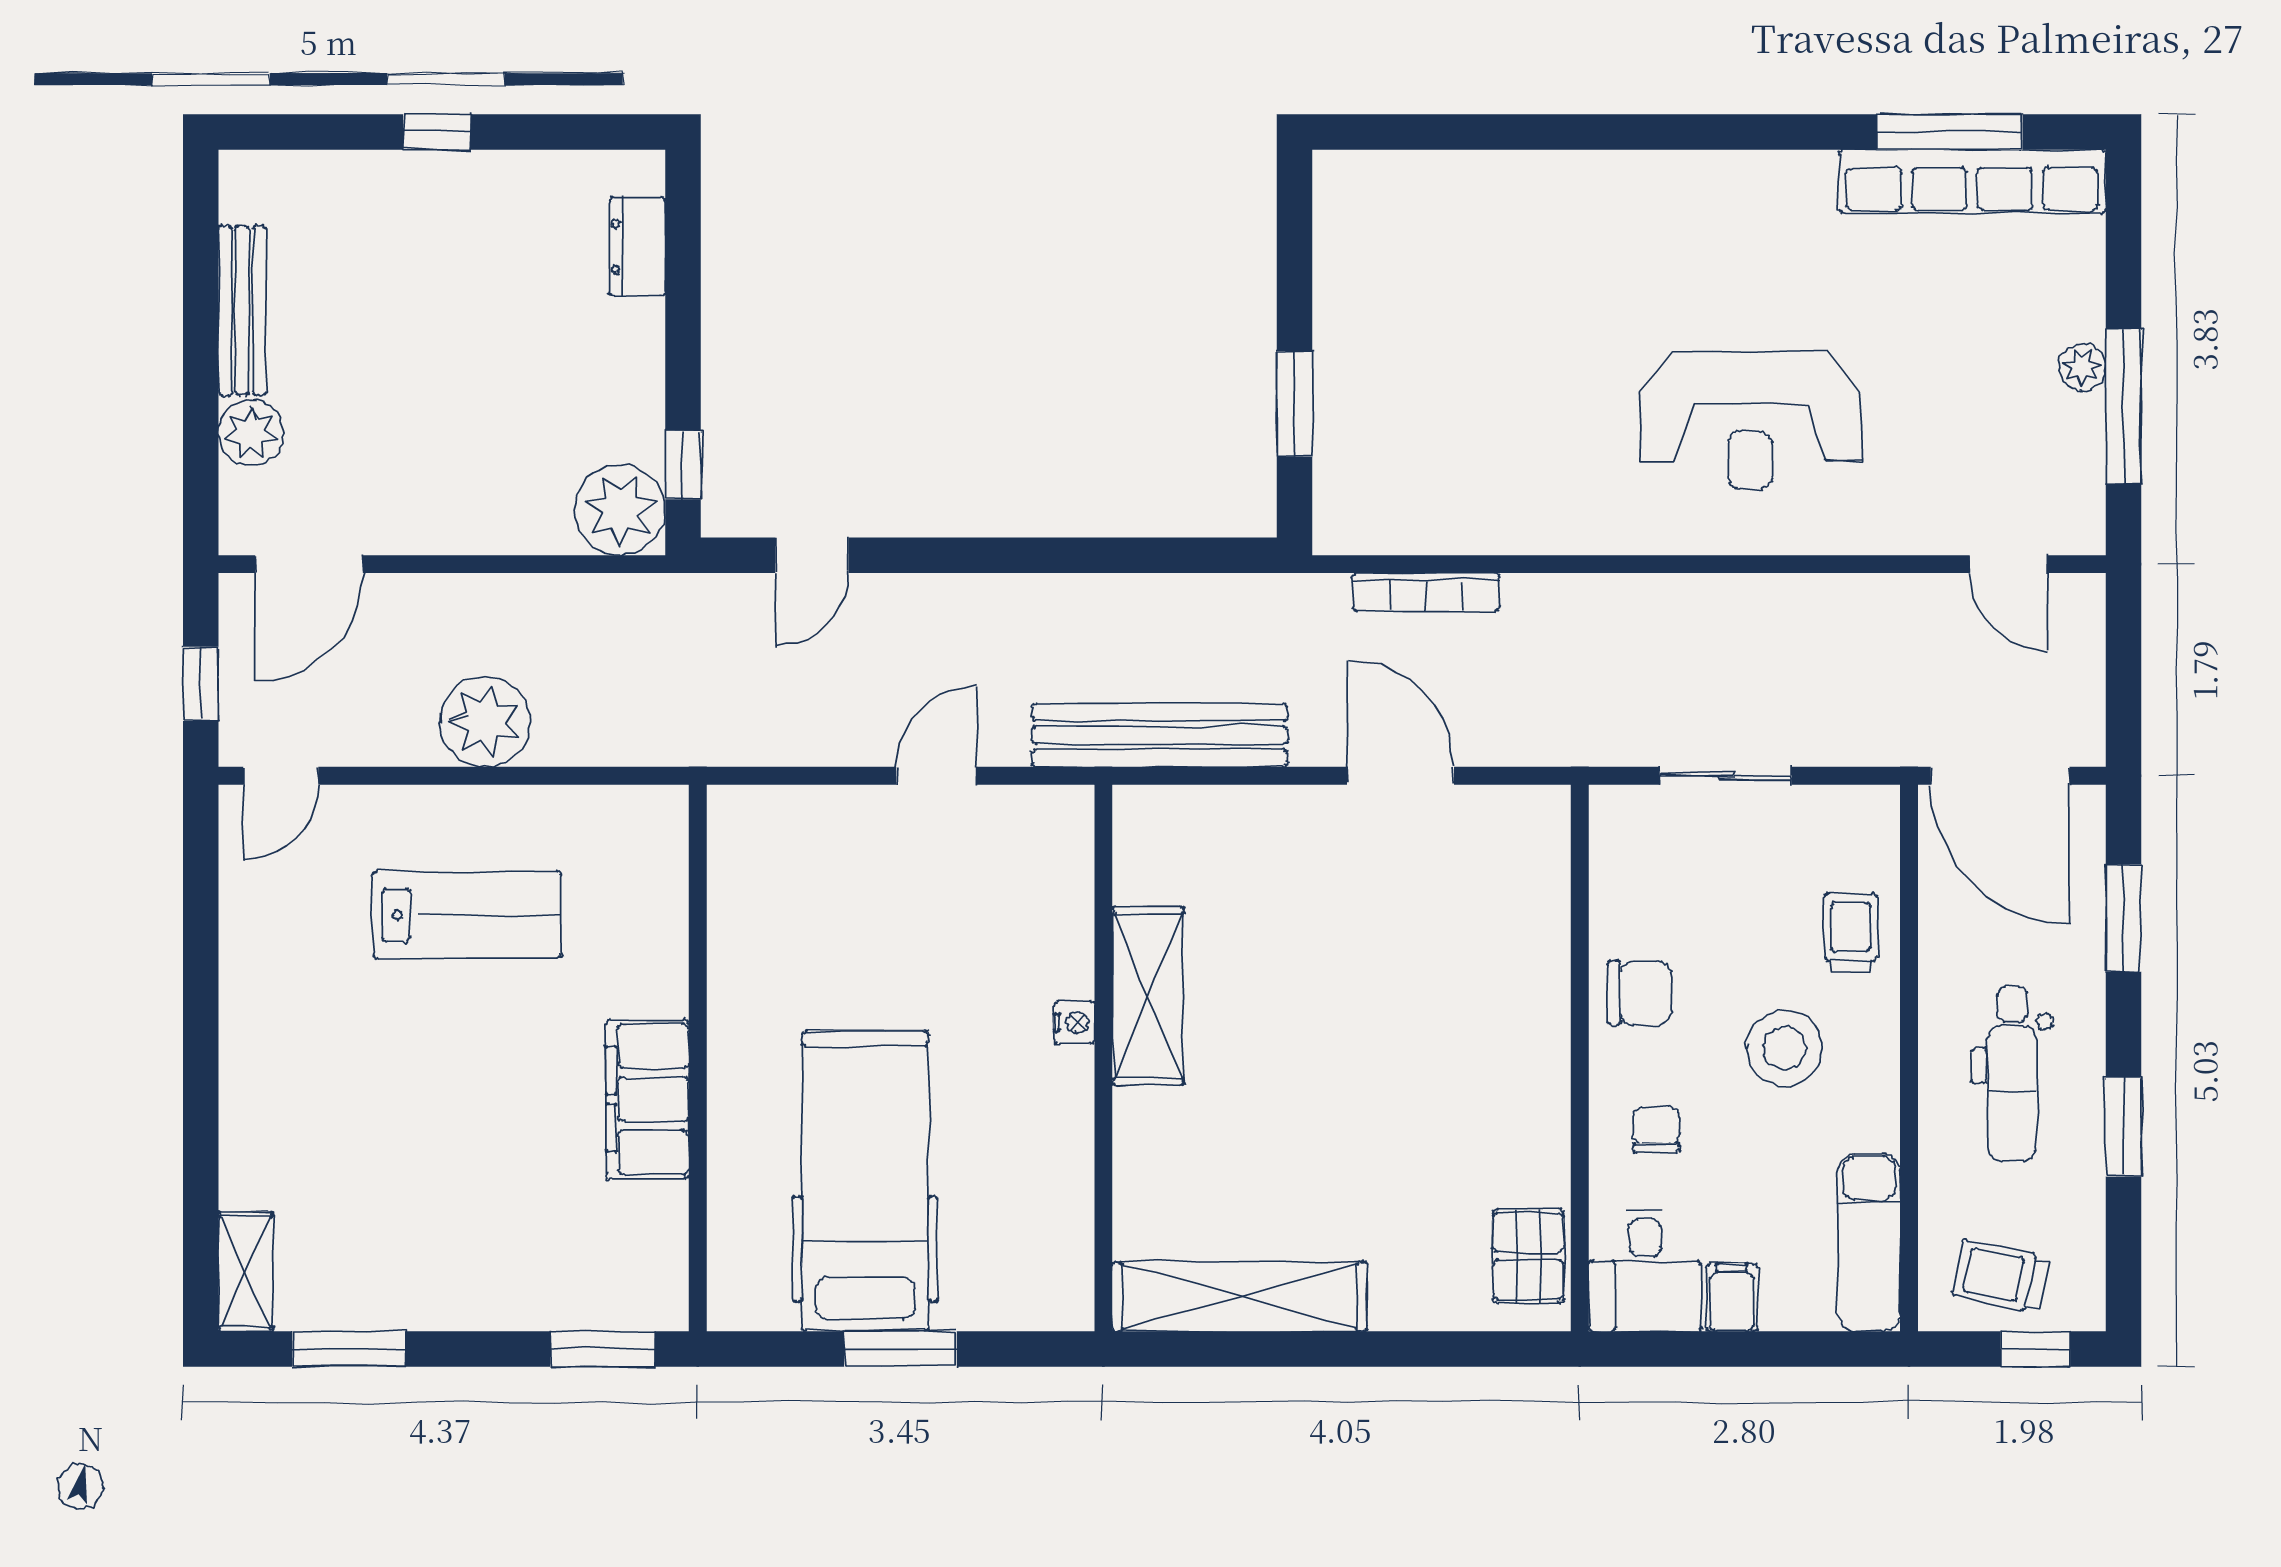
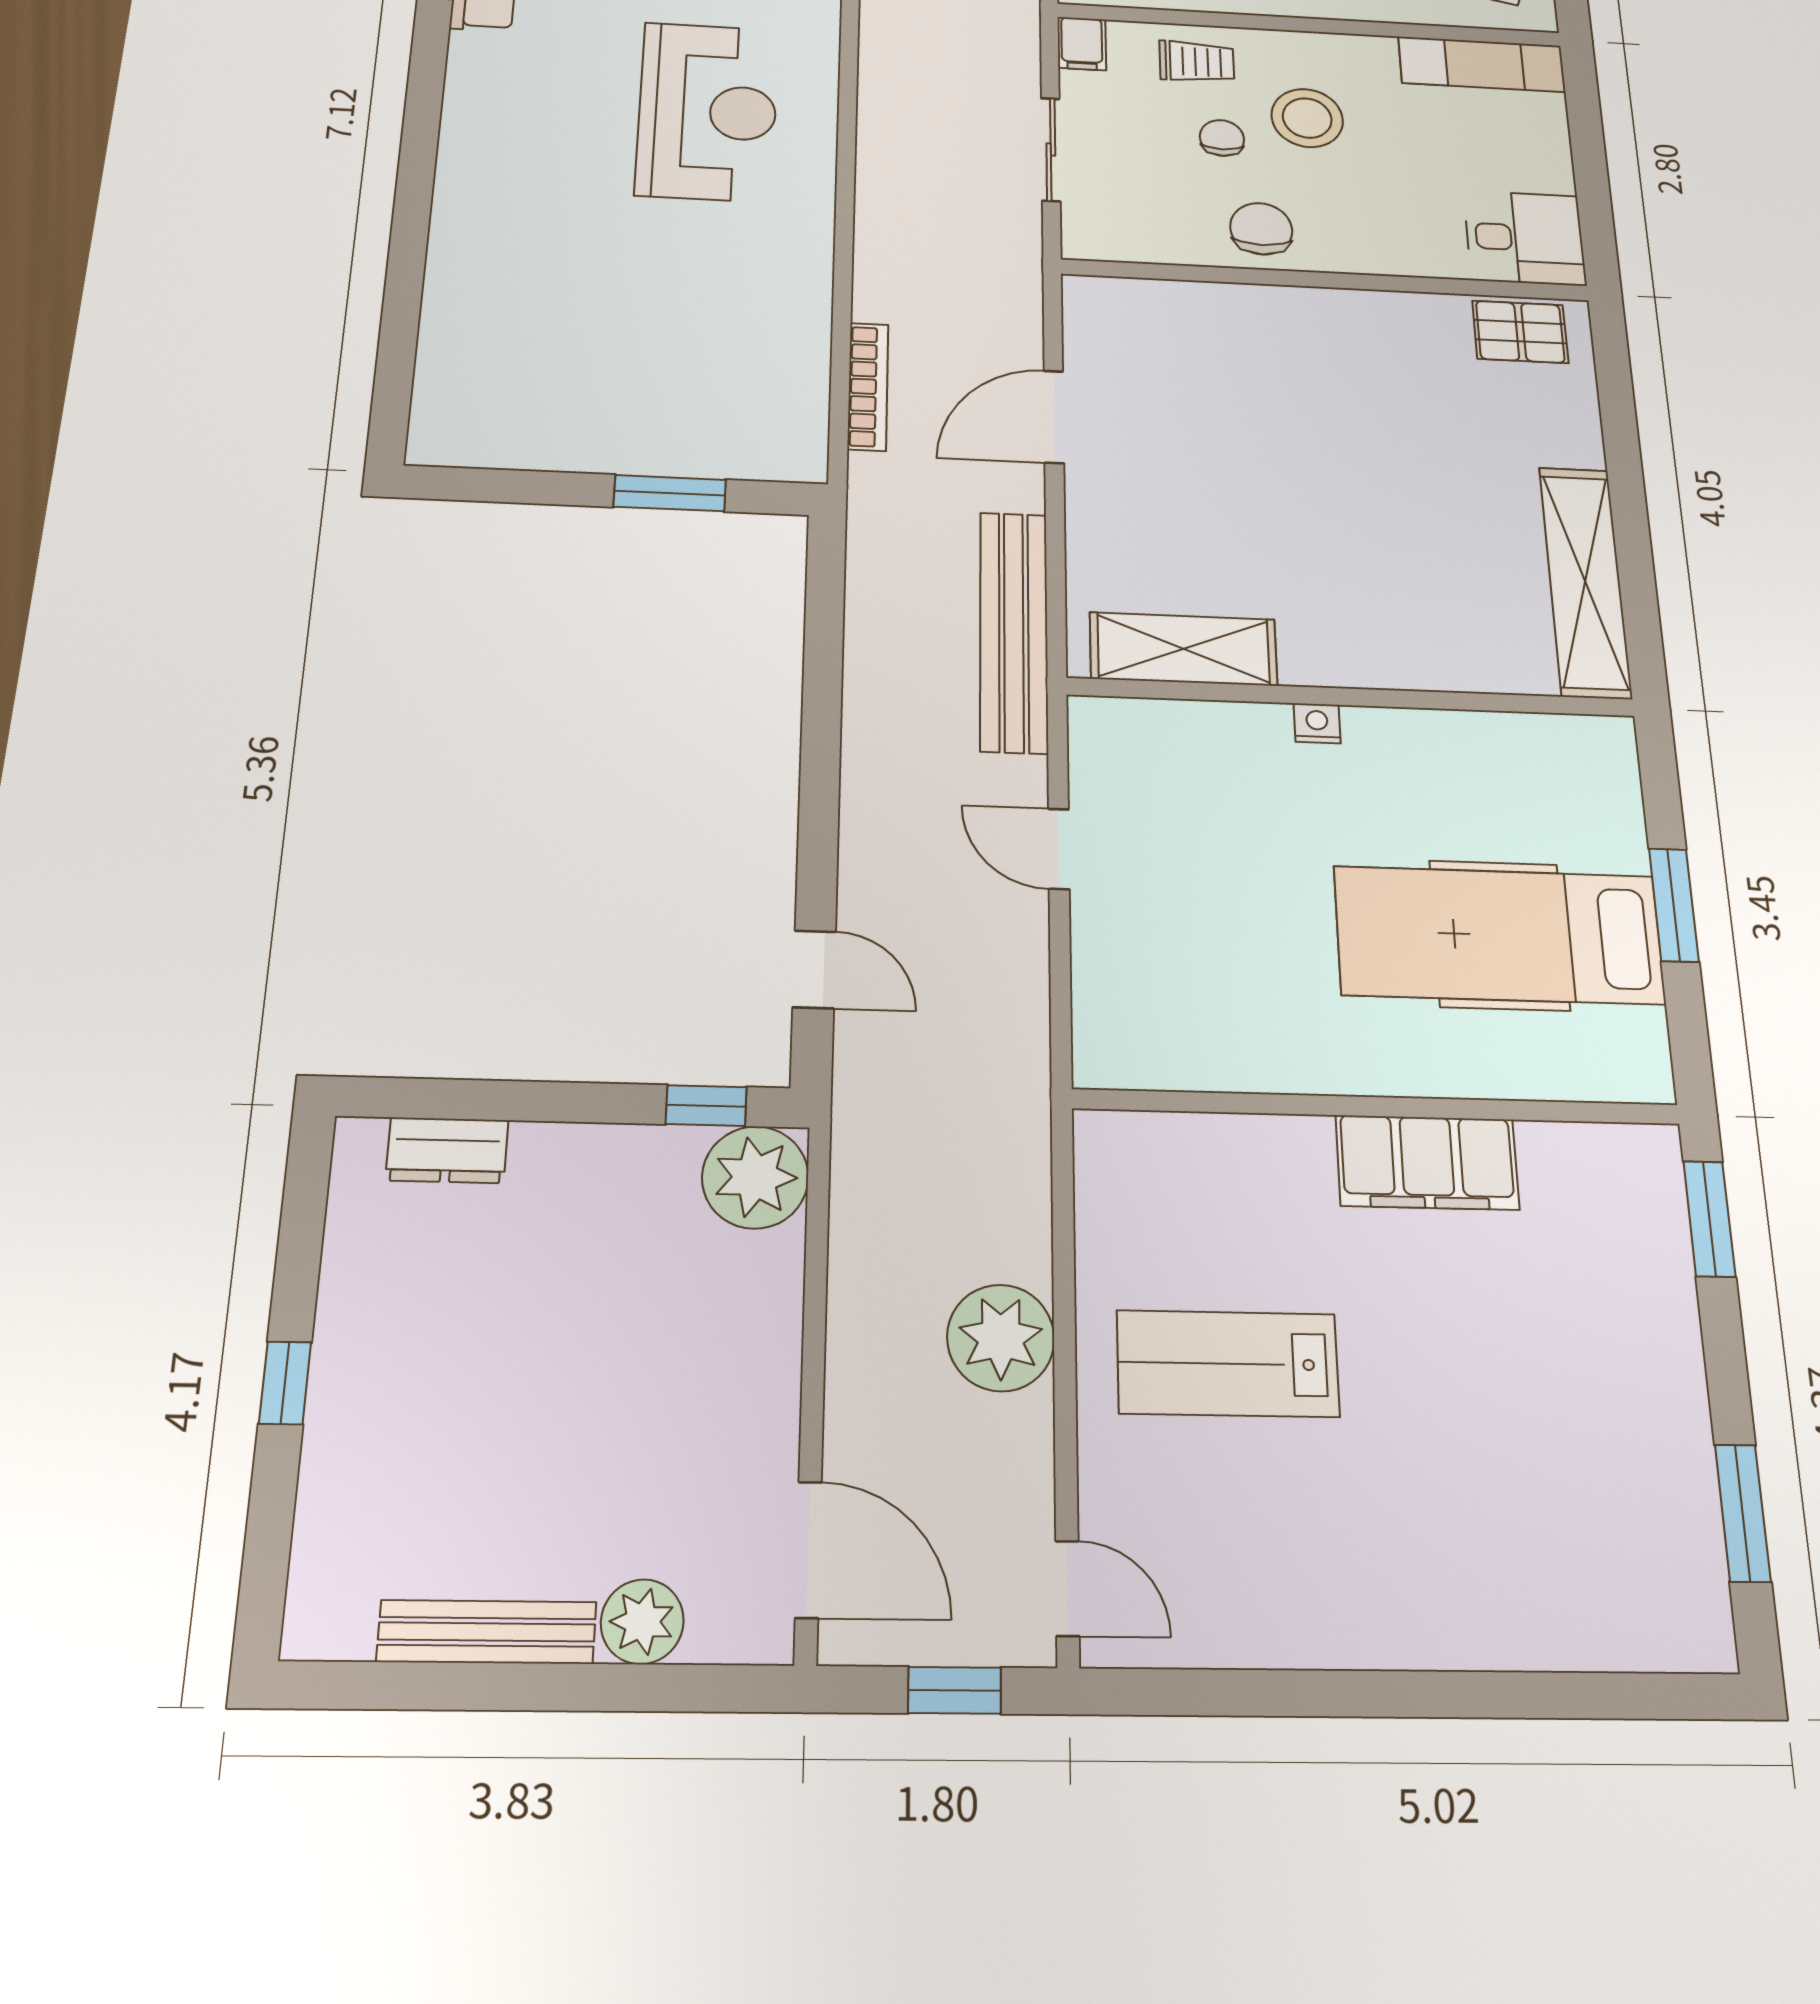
lab bench: (467, 915) -> (1228, 1363), turned -90
trolley: (1851, 933) -> (1197, 62), turned 180
shelving: (1148, 996) -> (1183, 649), moved
chair: (1656, 1130) -> (1222, 138), moved, turned 90
shelving: (245, 1272) -> (1666, 1640), removed
filing cabinet: (1732, 1297) -> (1082, 44), moved, turned -90

